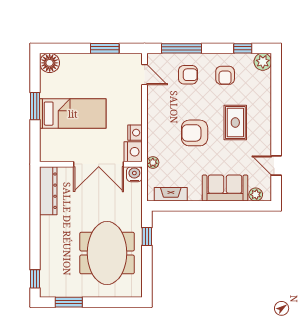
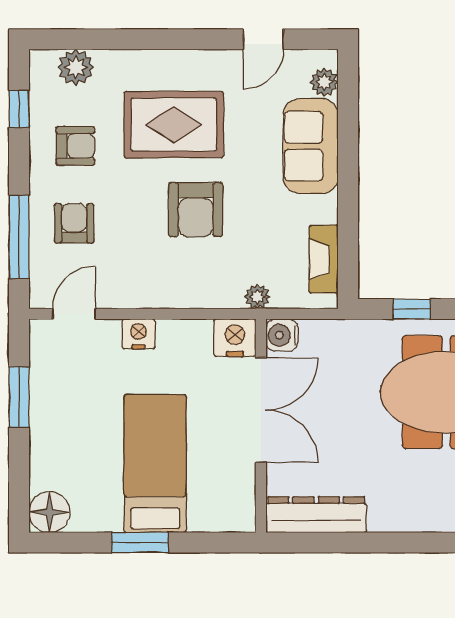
plant: (263, 62) -> (76, 67), moved
rug: (235, 122) -> (174, 125), width x1.36, depth x1.43
nightstand: (135, 133) -> (138, 334), moved

